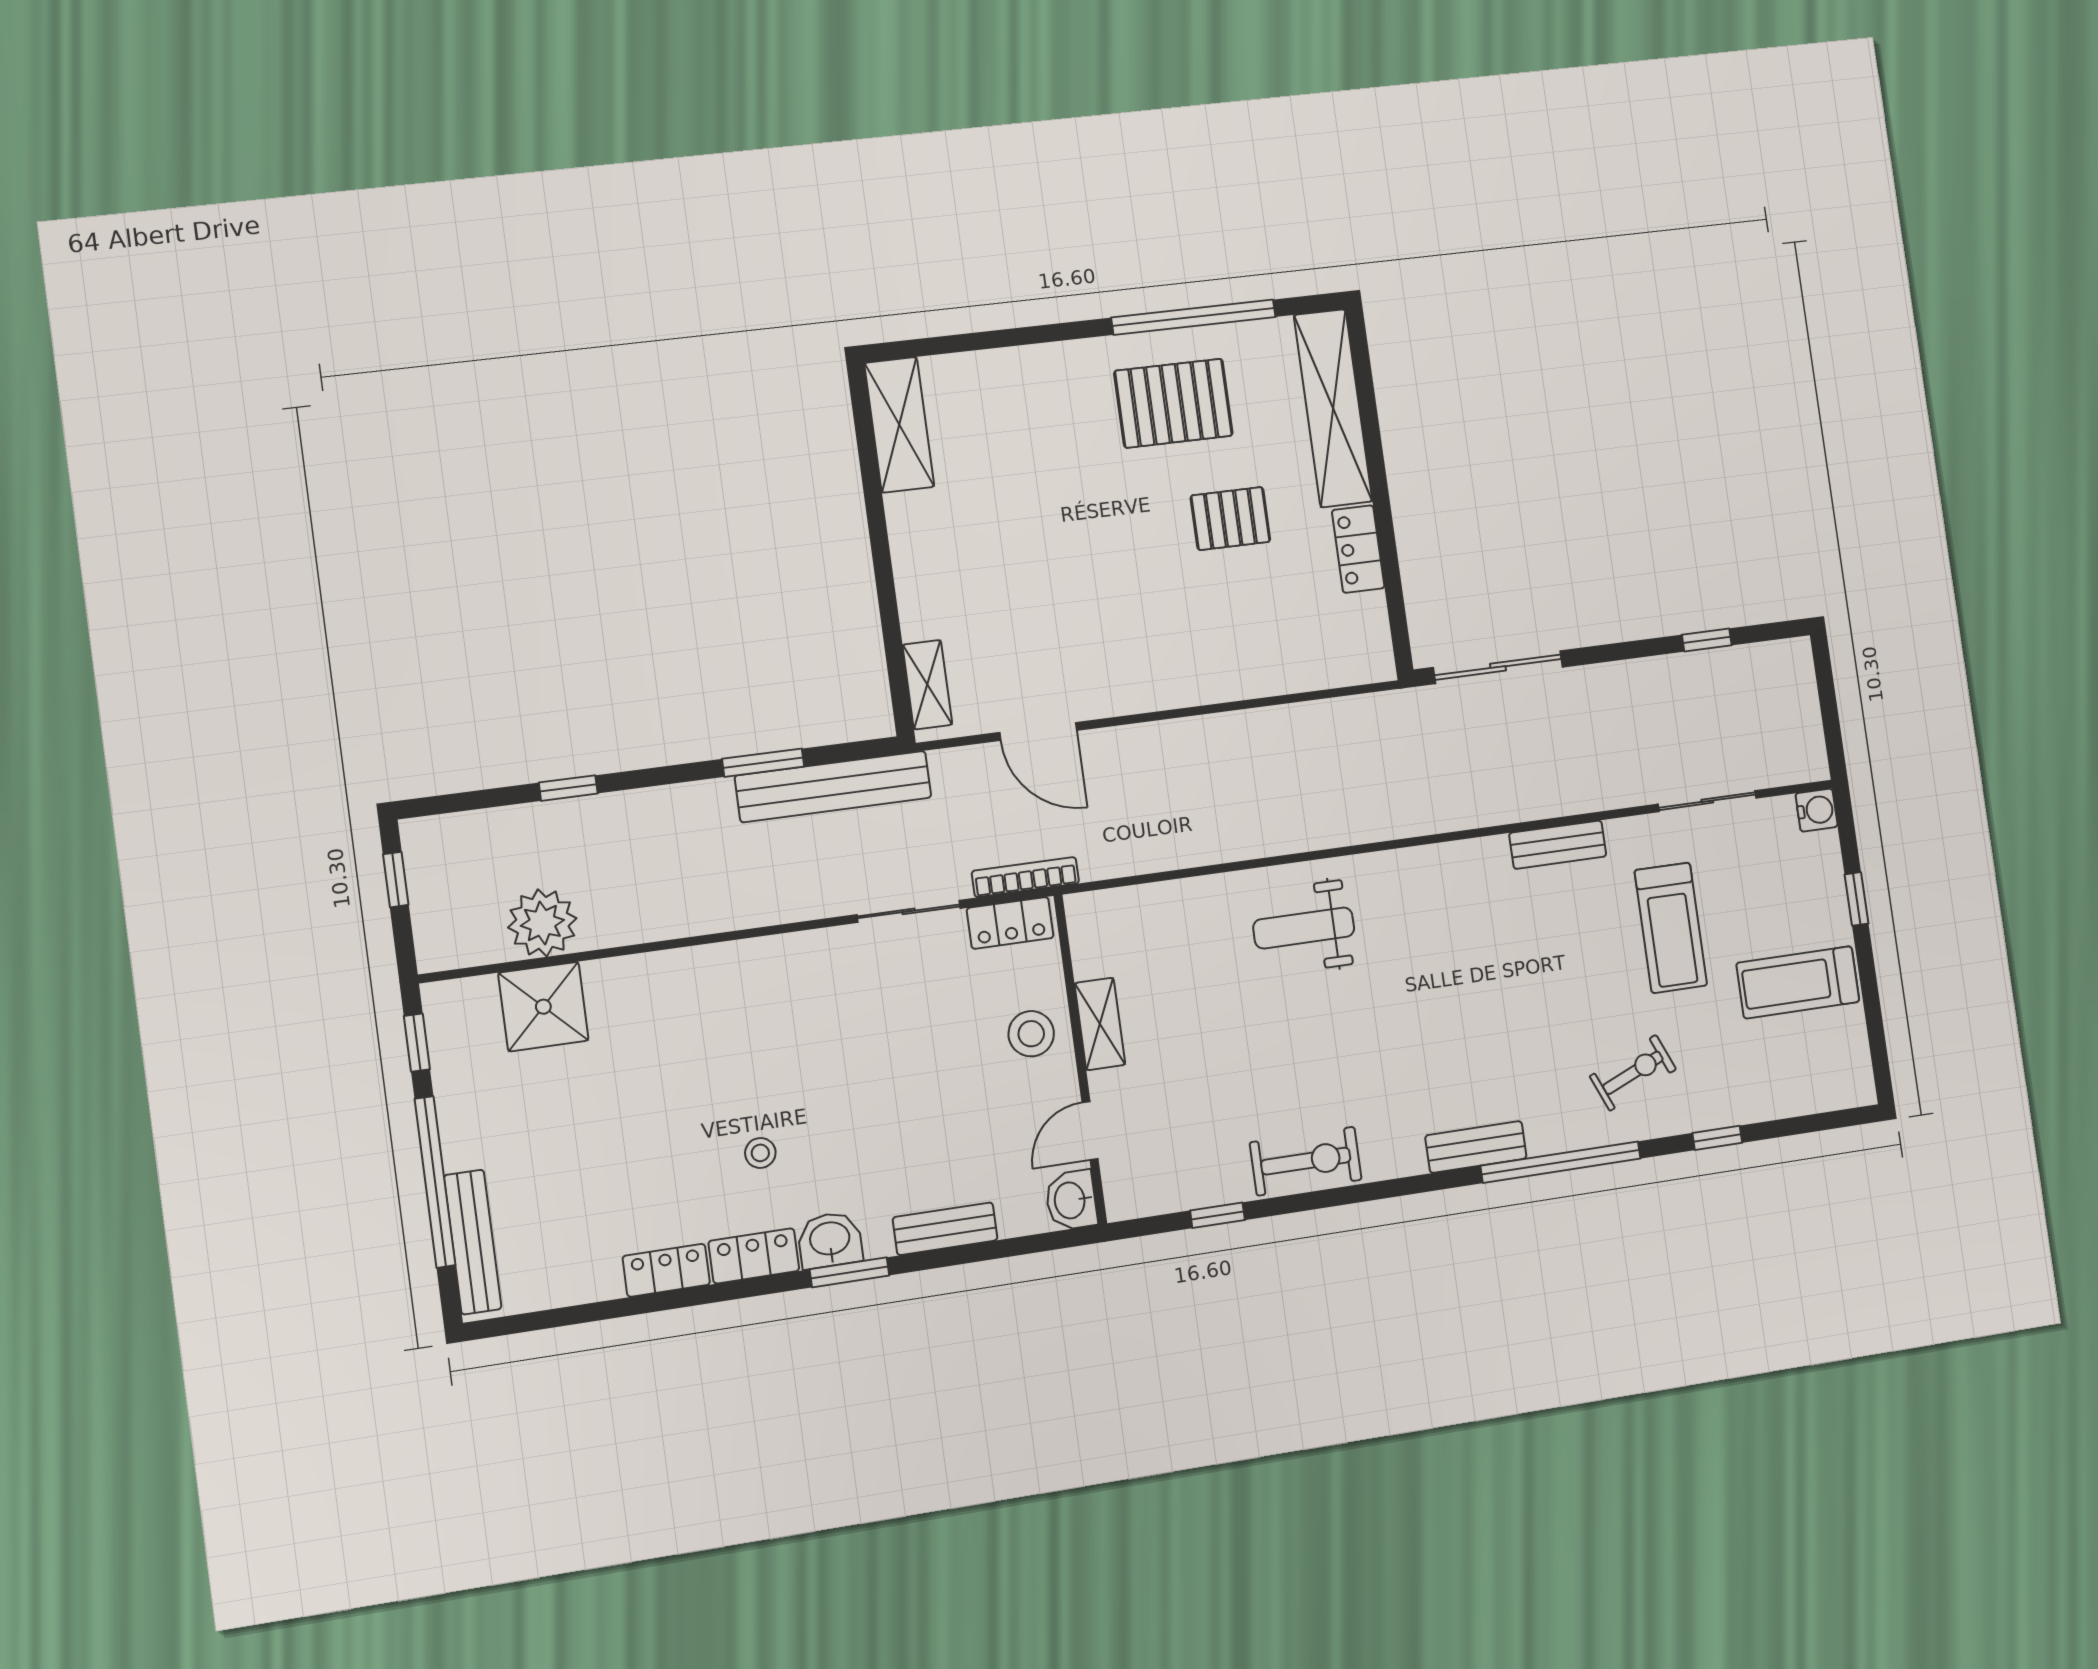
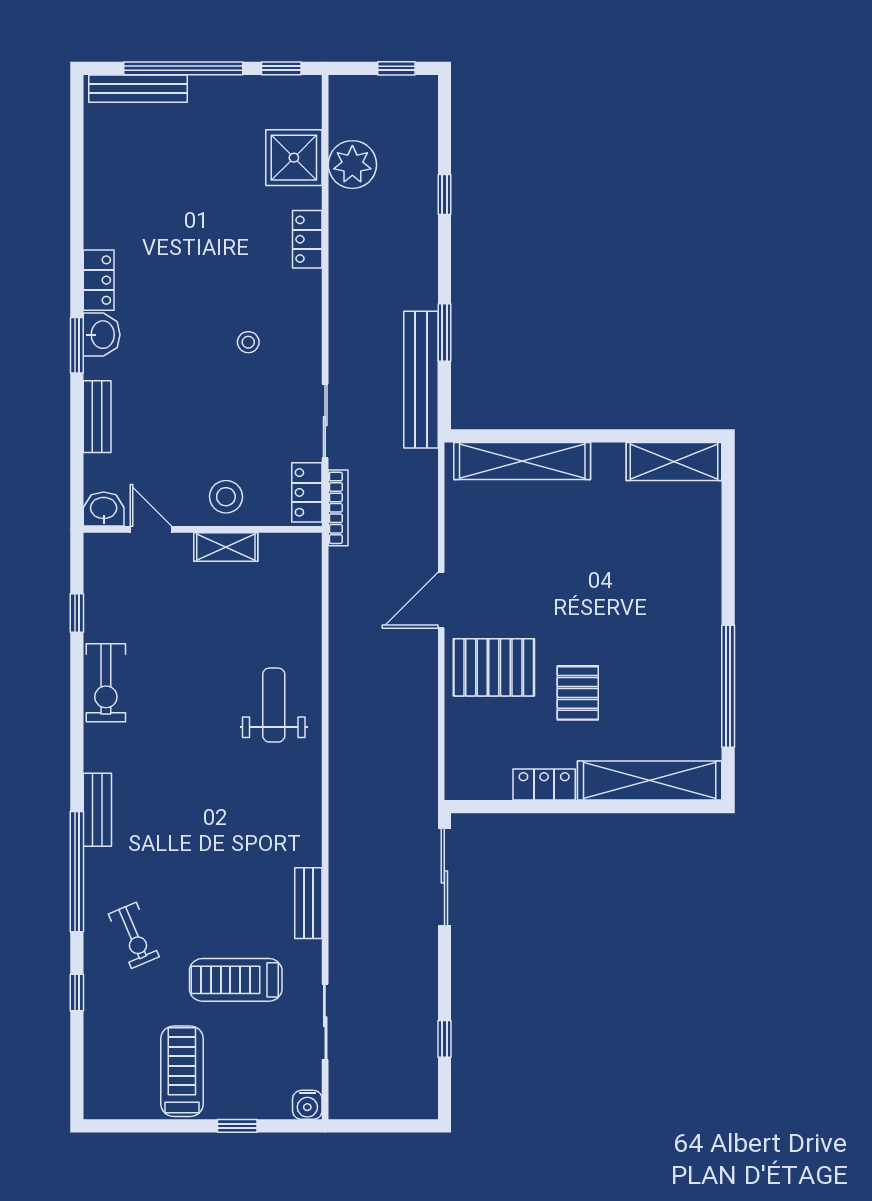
pallet: (1173, 403) -> (494, 667), moved, turned 90
shelving: (927, 685) -> (522, 461), width x2.20, depth x1.33
door: (1038, 731) -> (441, 600), moved
stool: (760, 1153) -> (248, 342), moved
locker: (666, 1270) -> (307, 239), moved, turned 180

